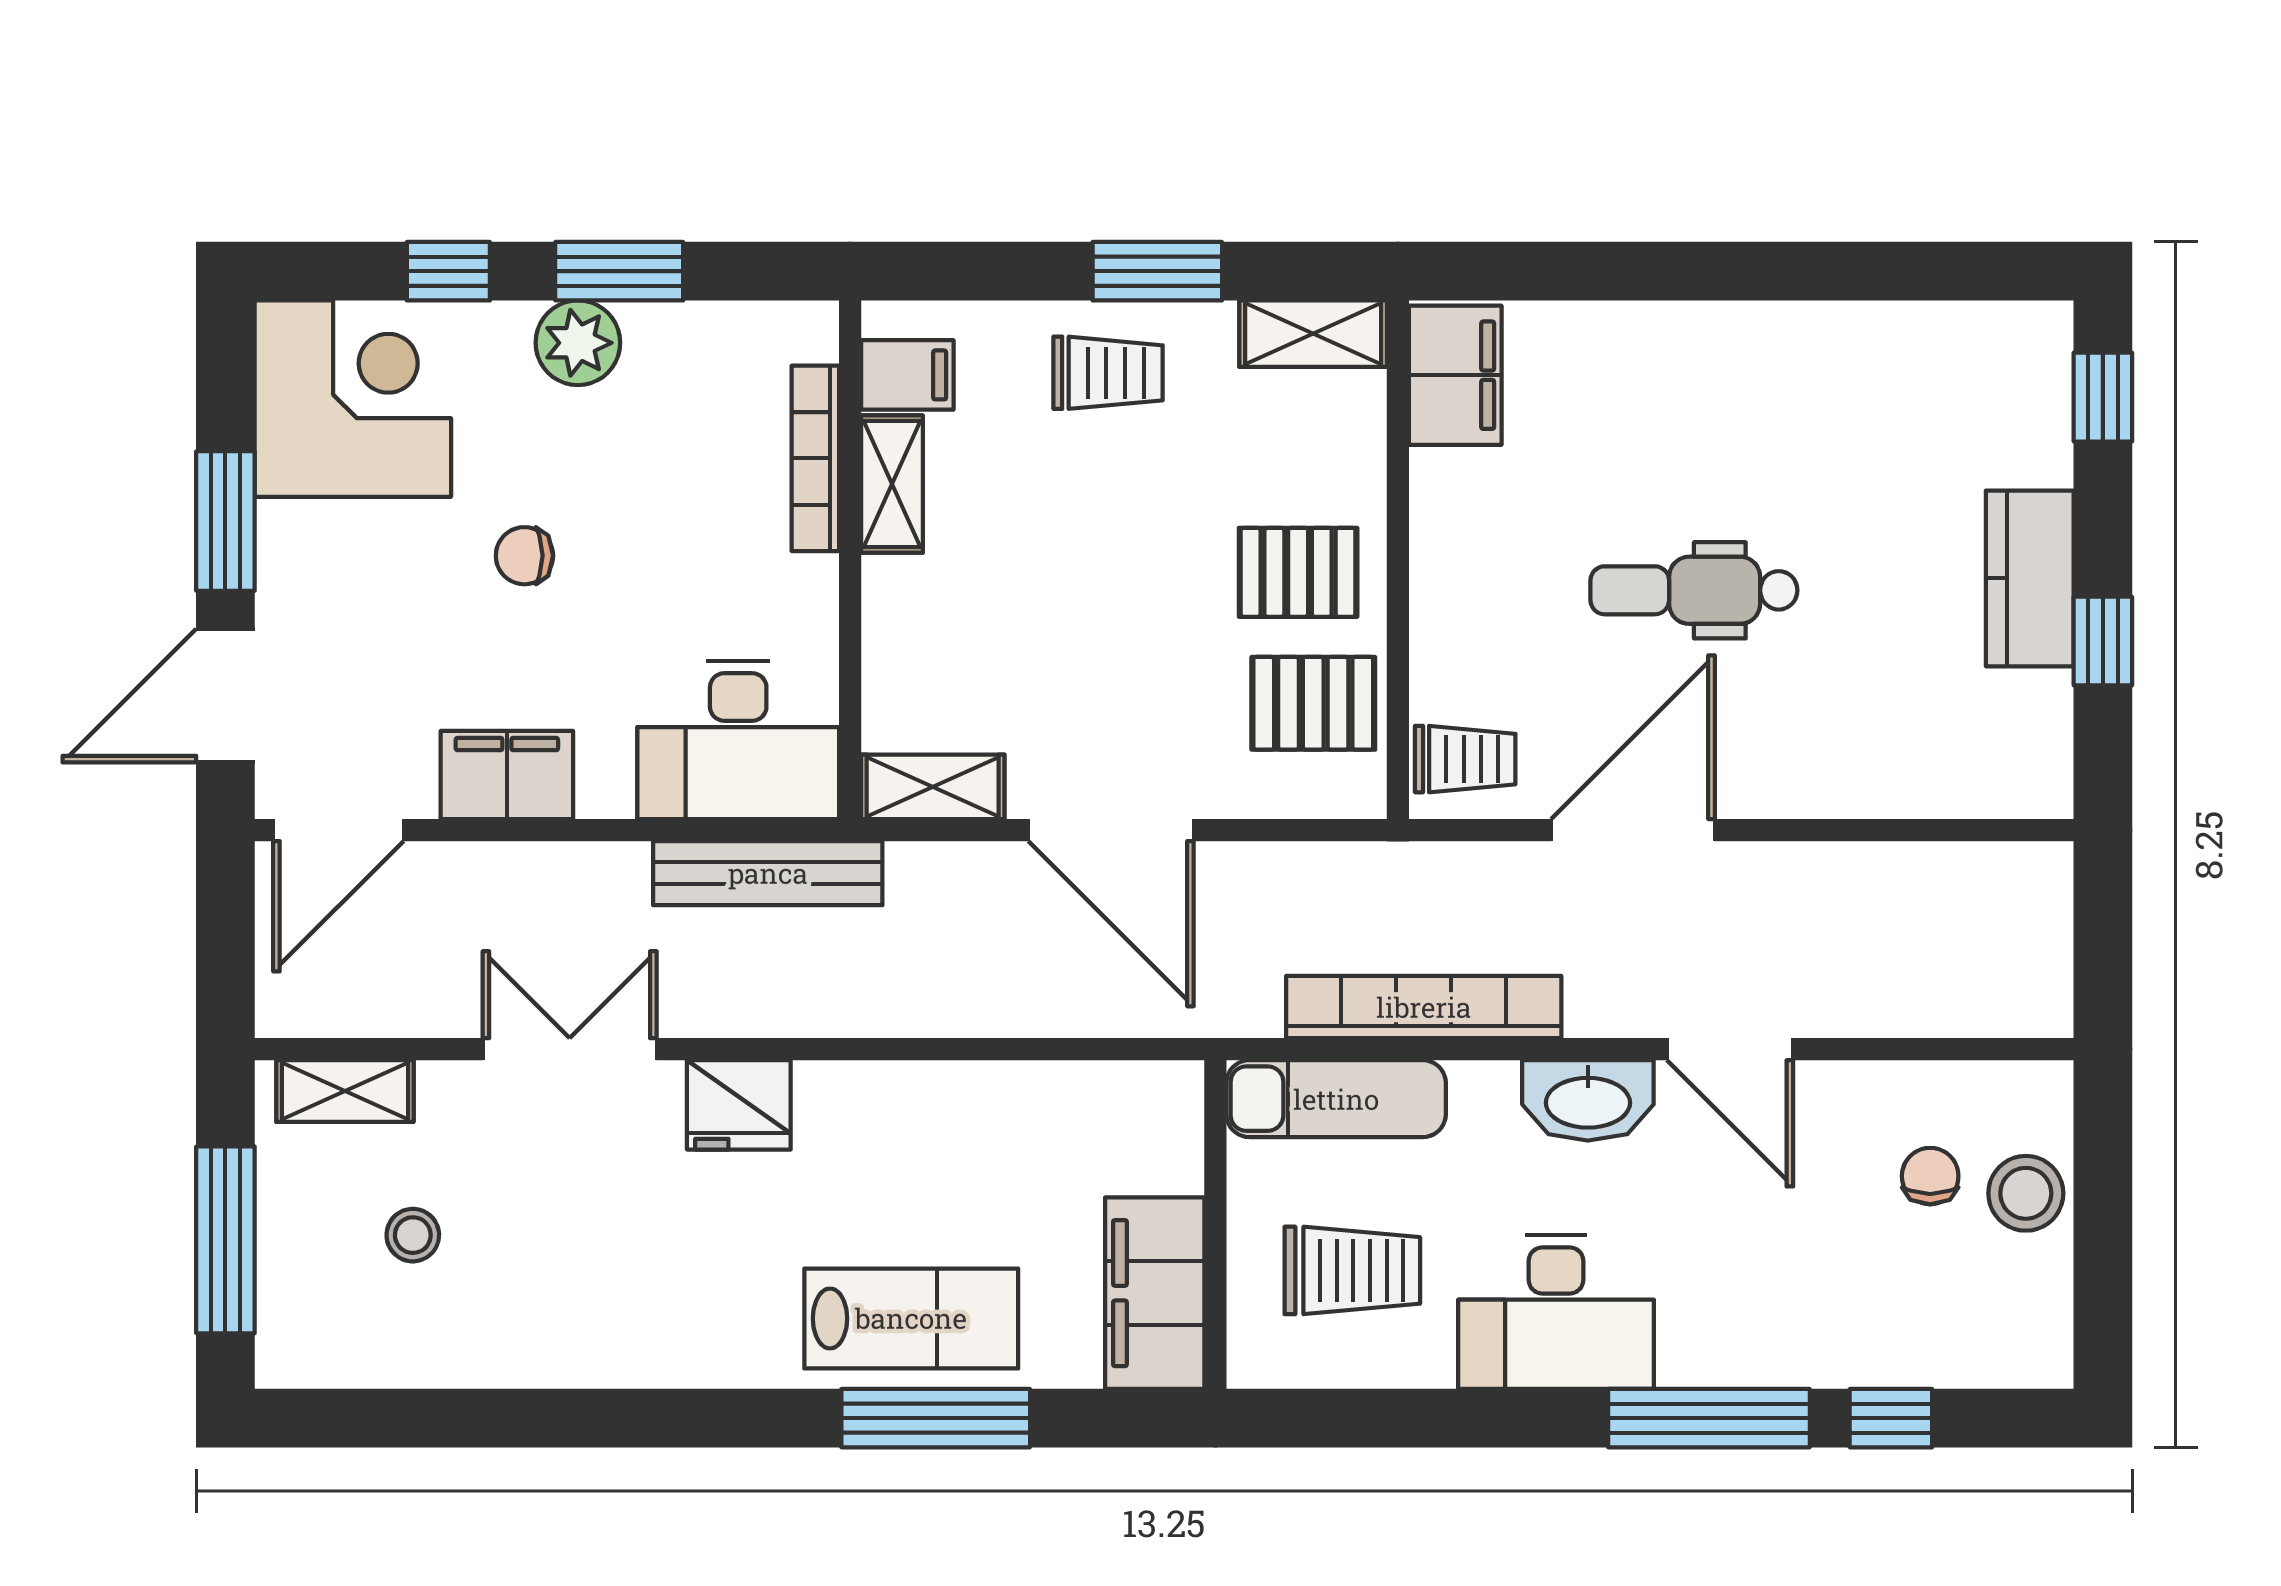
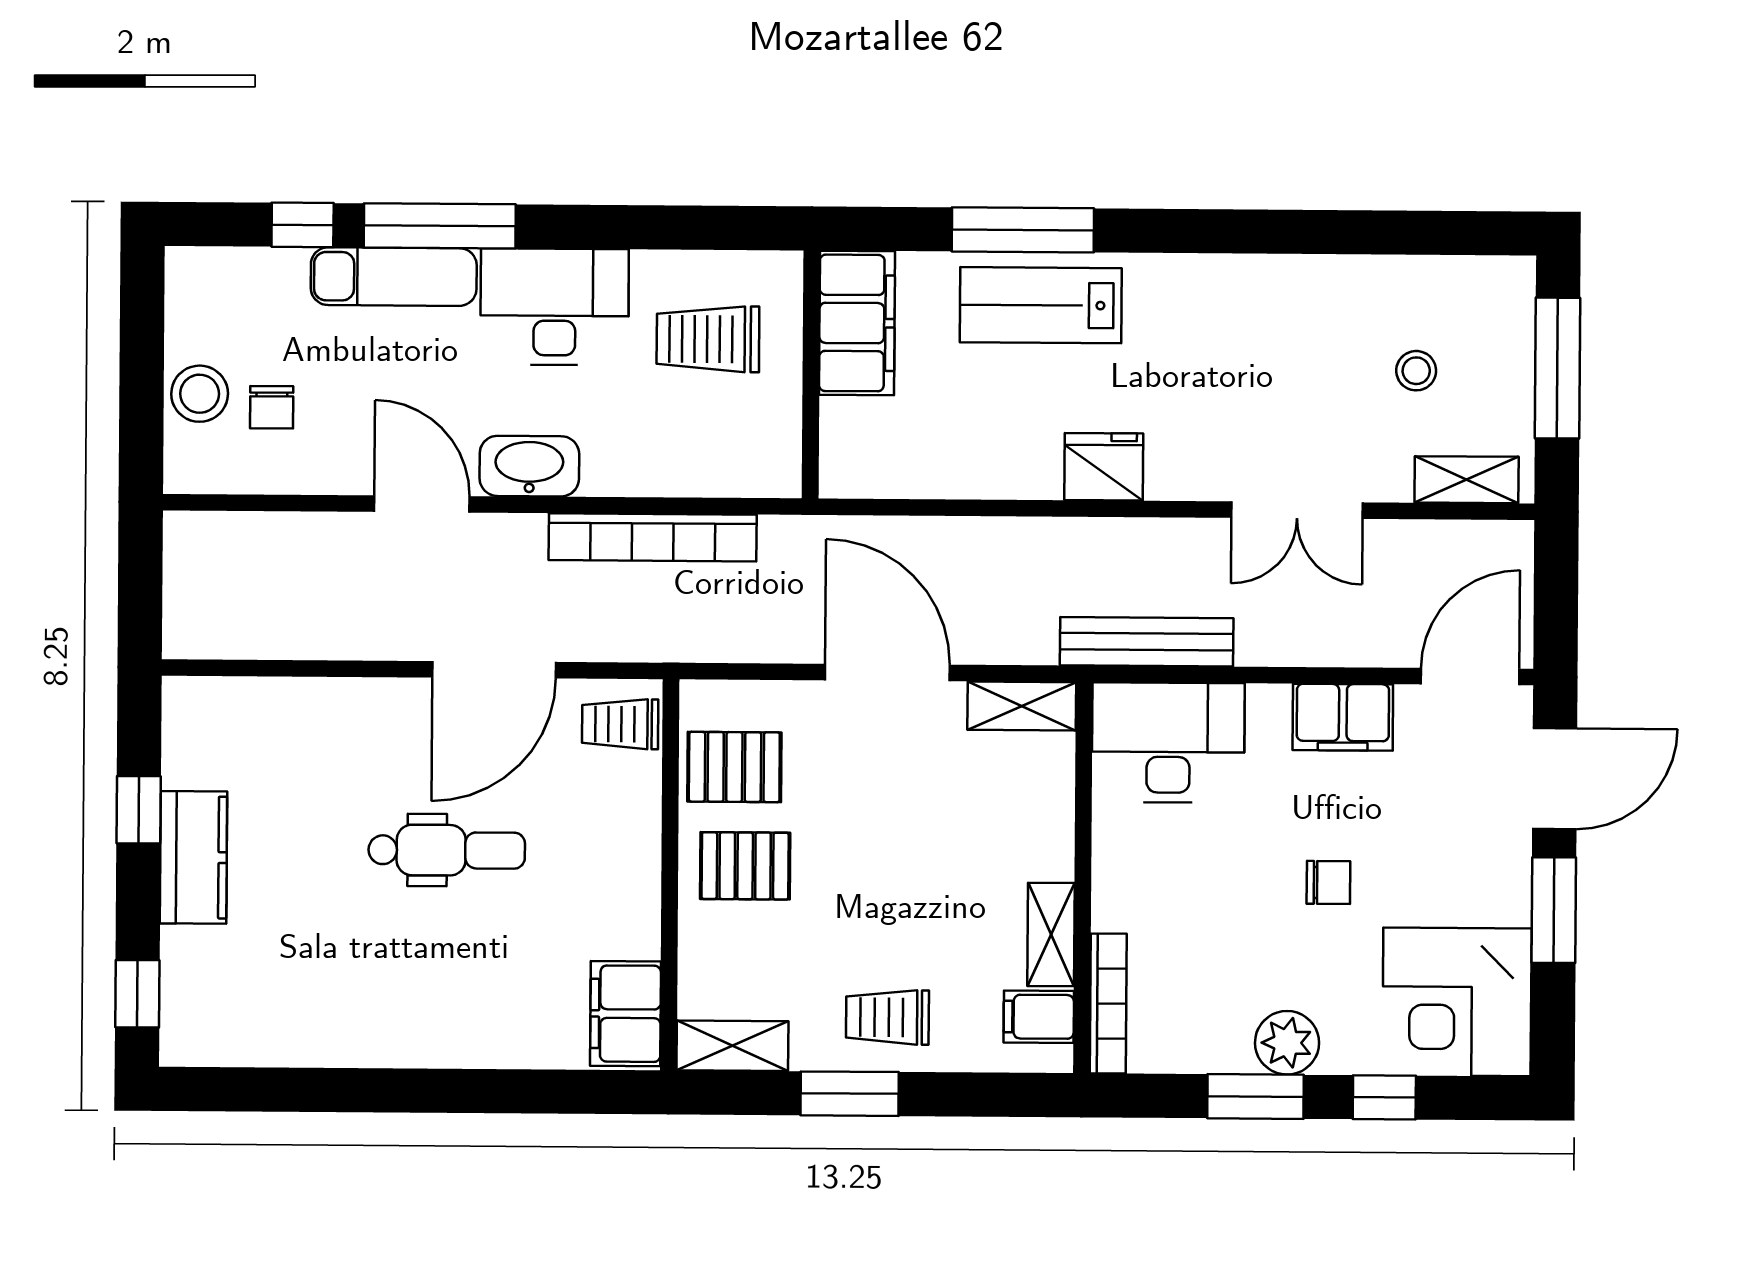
bookcase: (815, 458) -> (1108, 1003), moved
exam couch: (1336, 1099) -> (394, 277), moved, turned 180
fridge: (739, 1105) -> (1104, 467), moved

